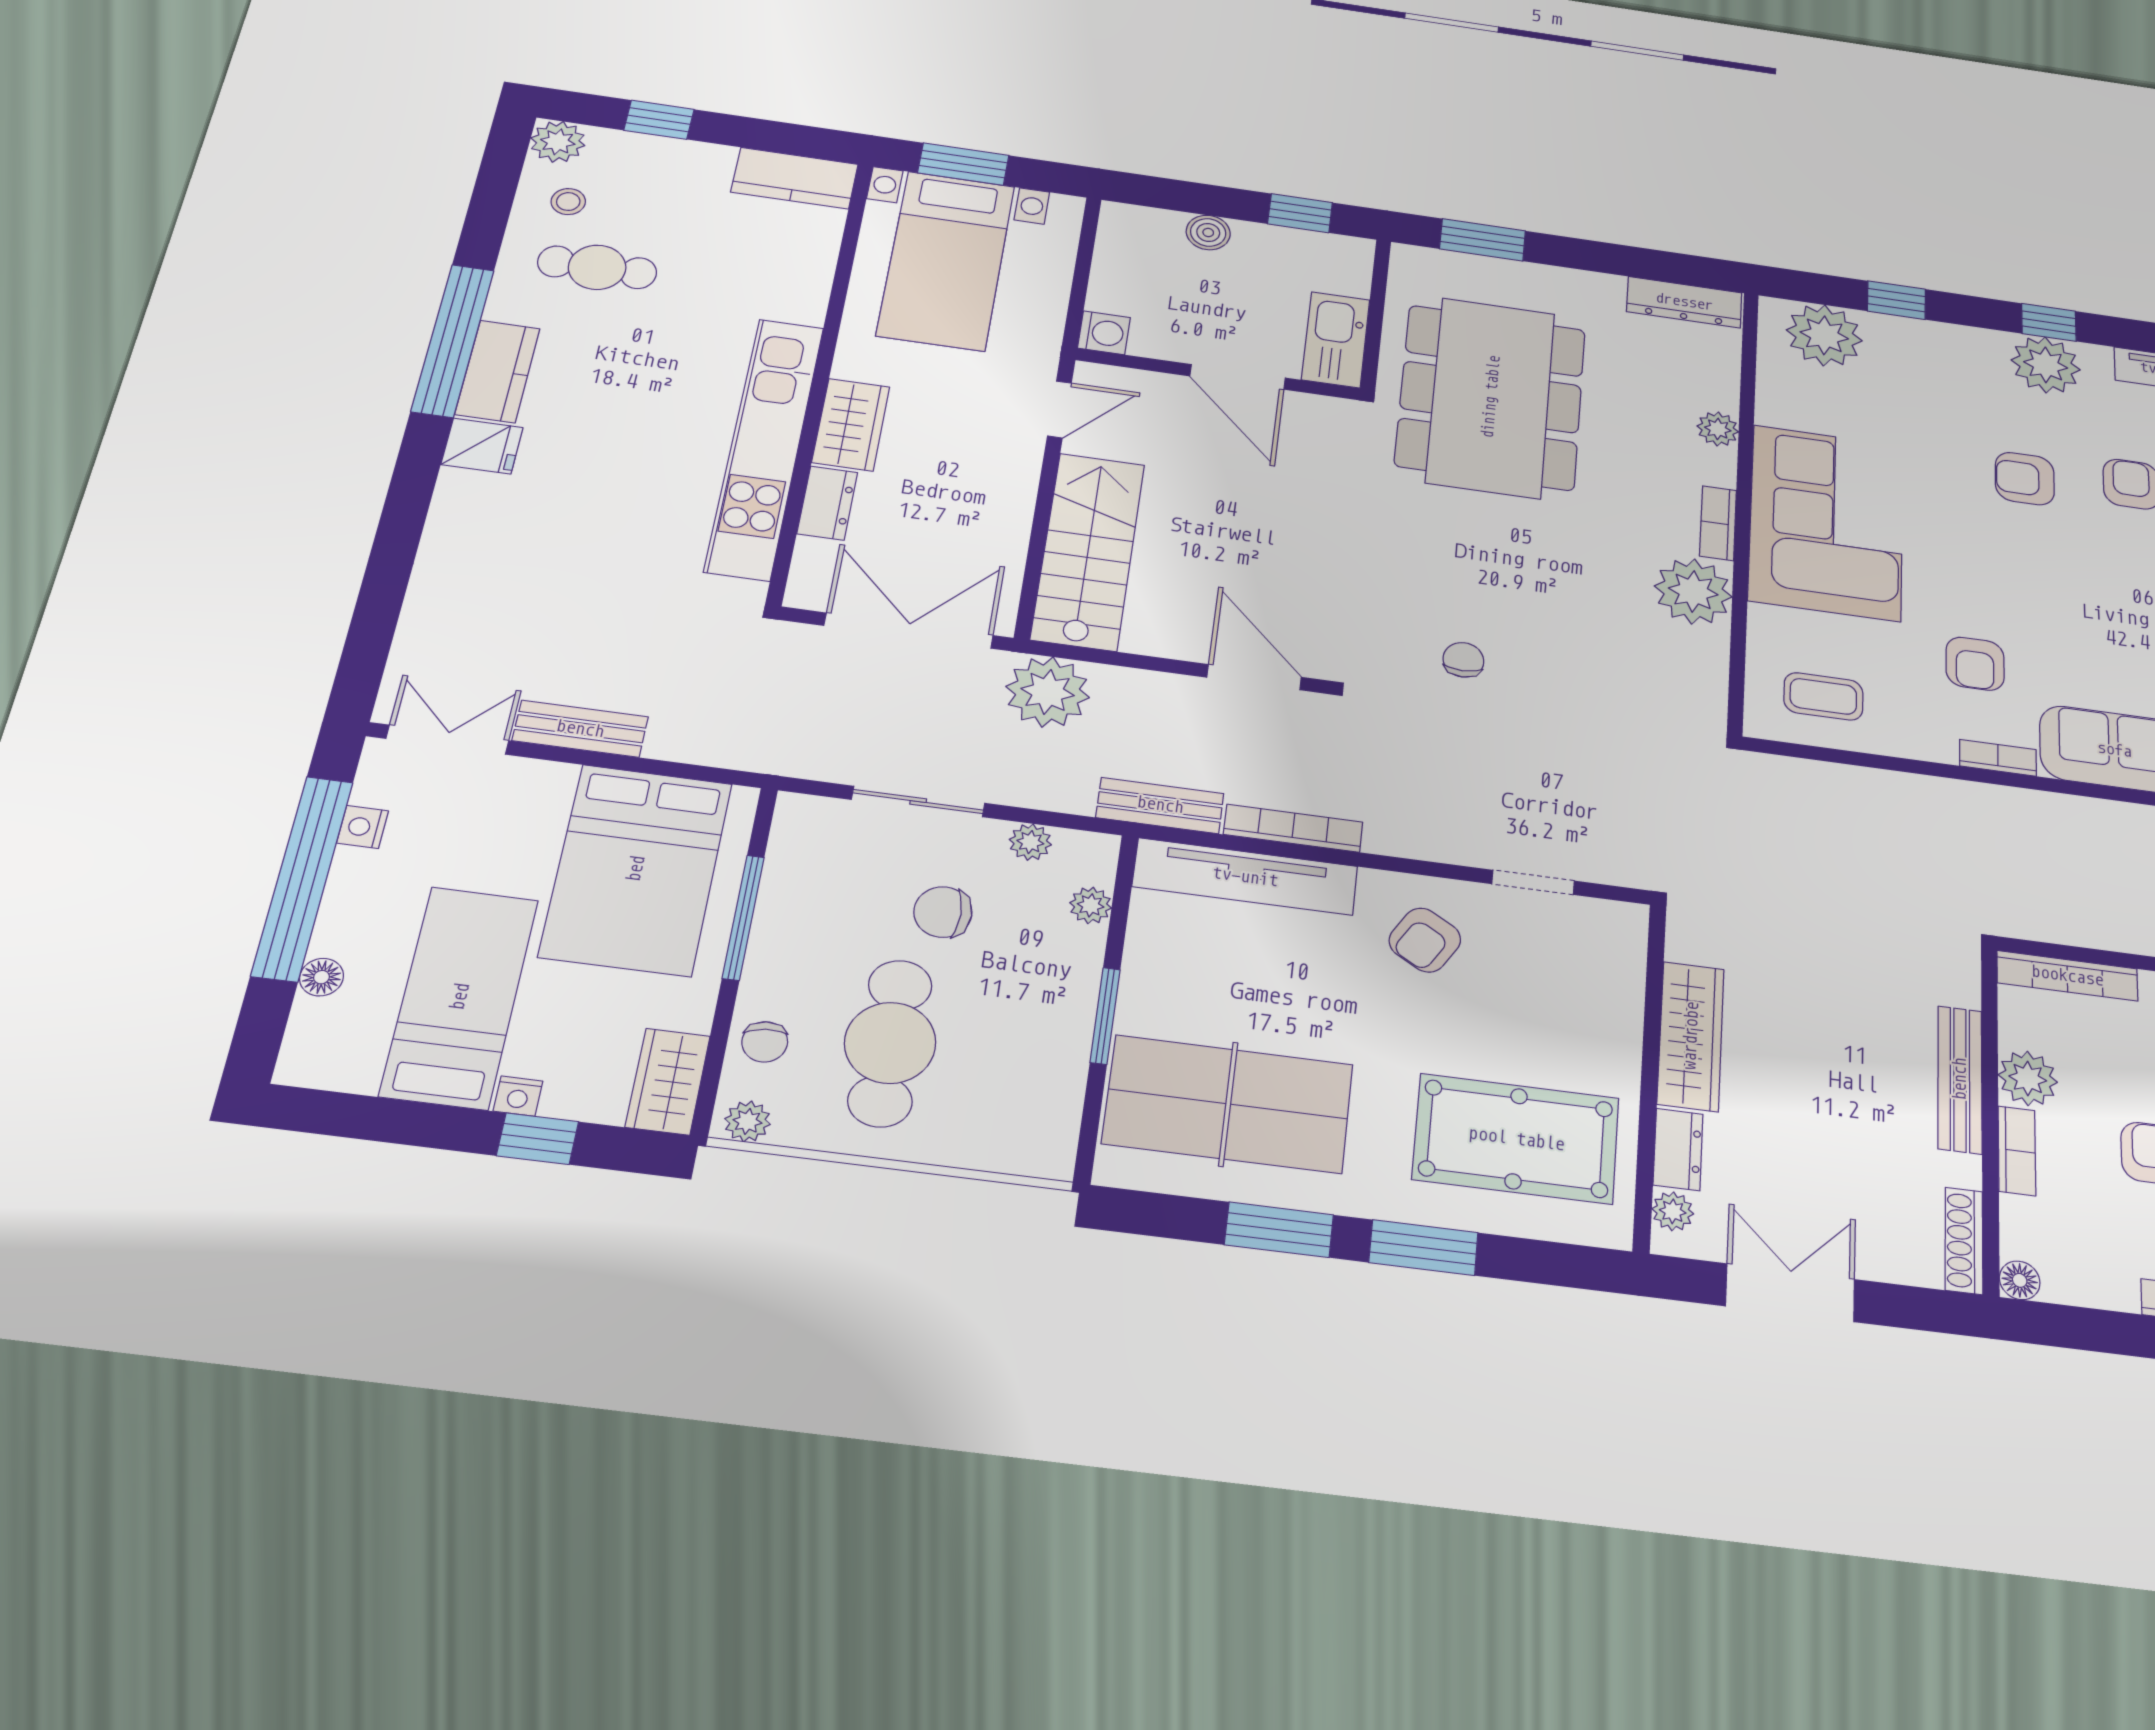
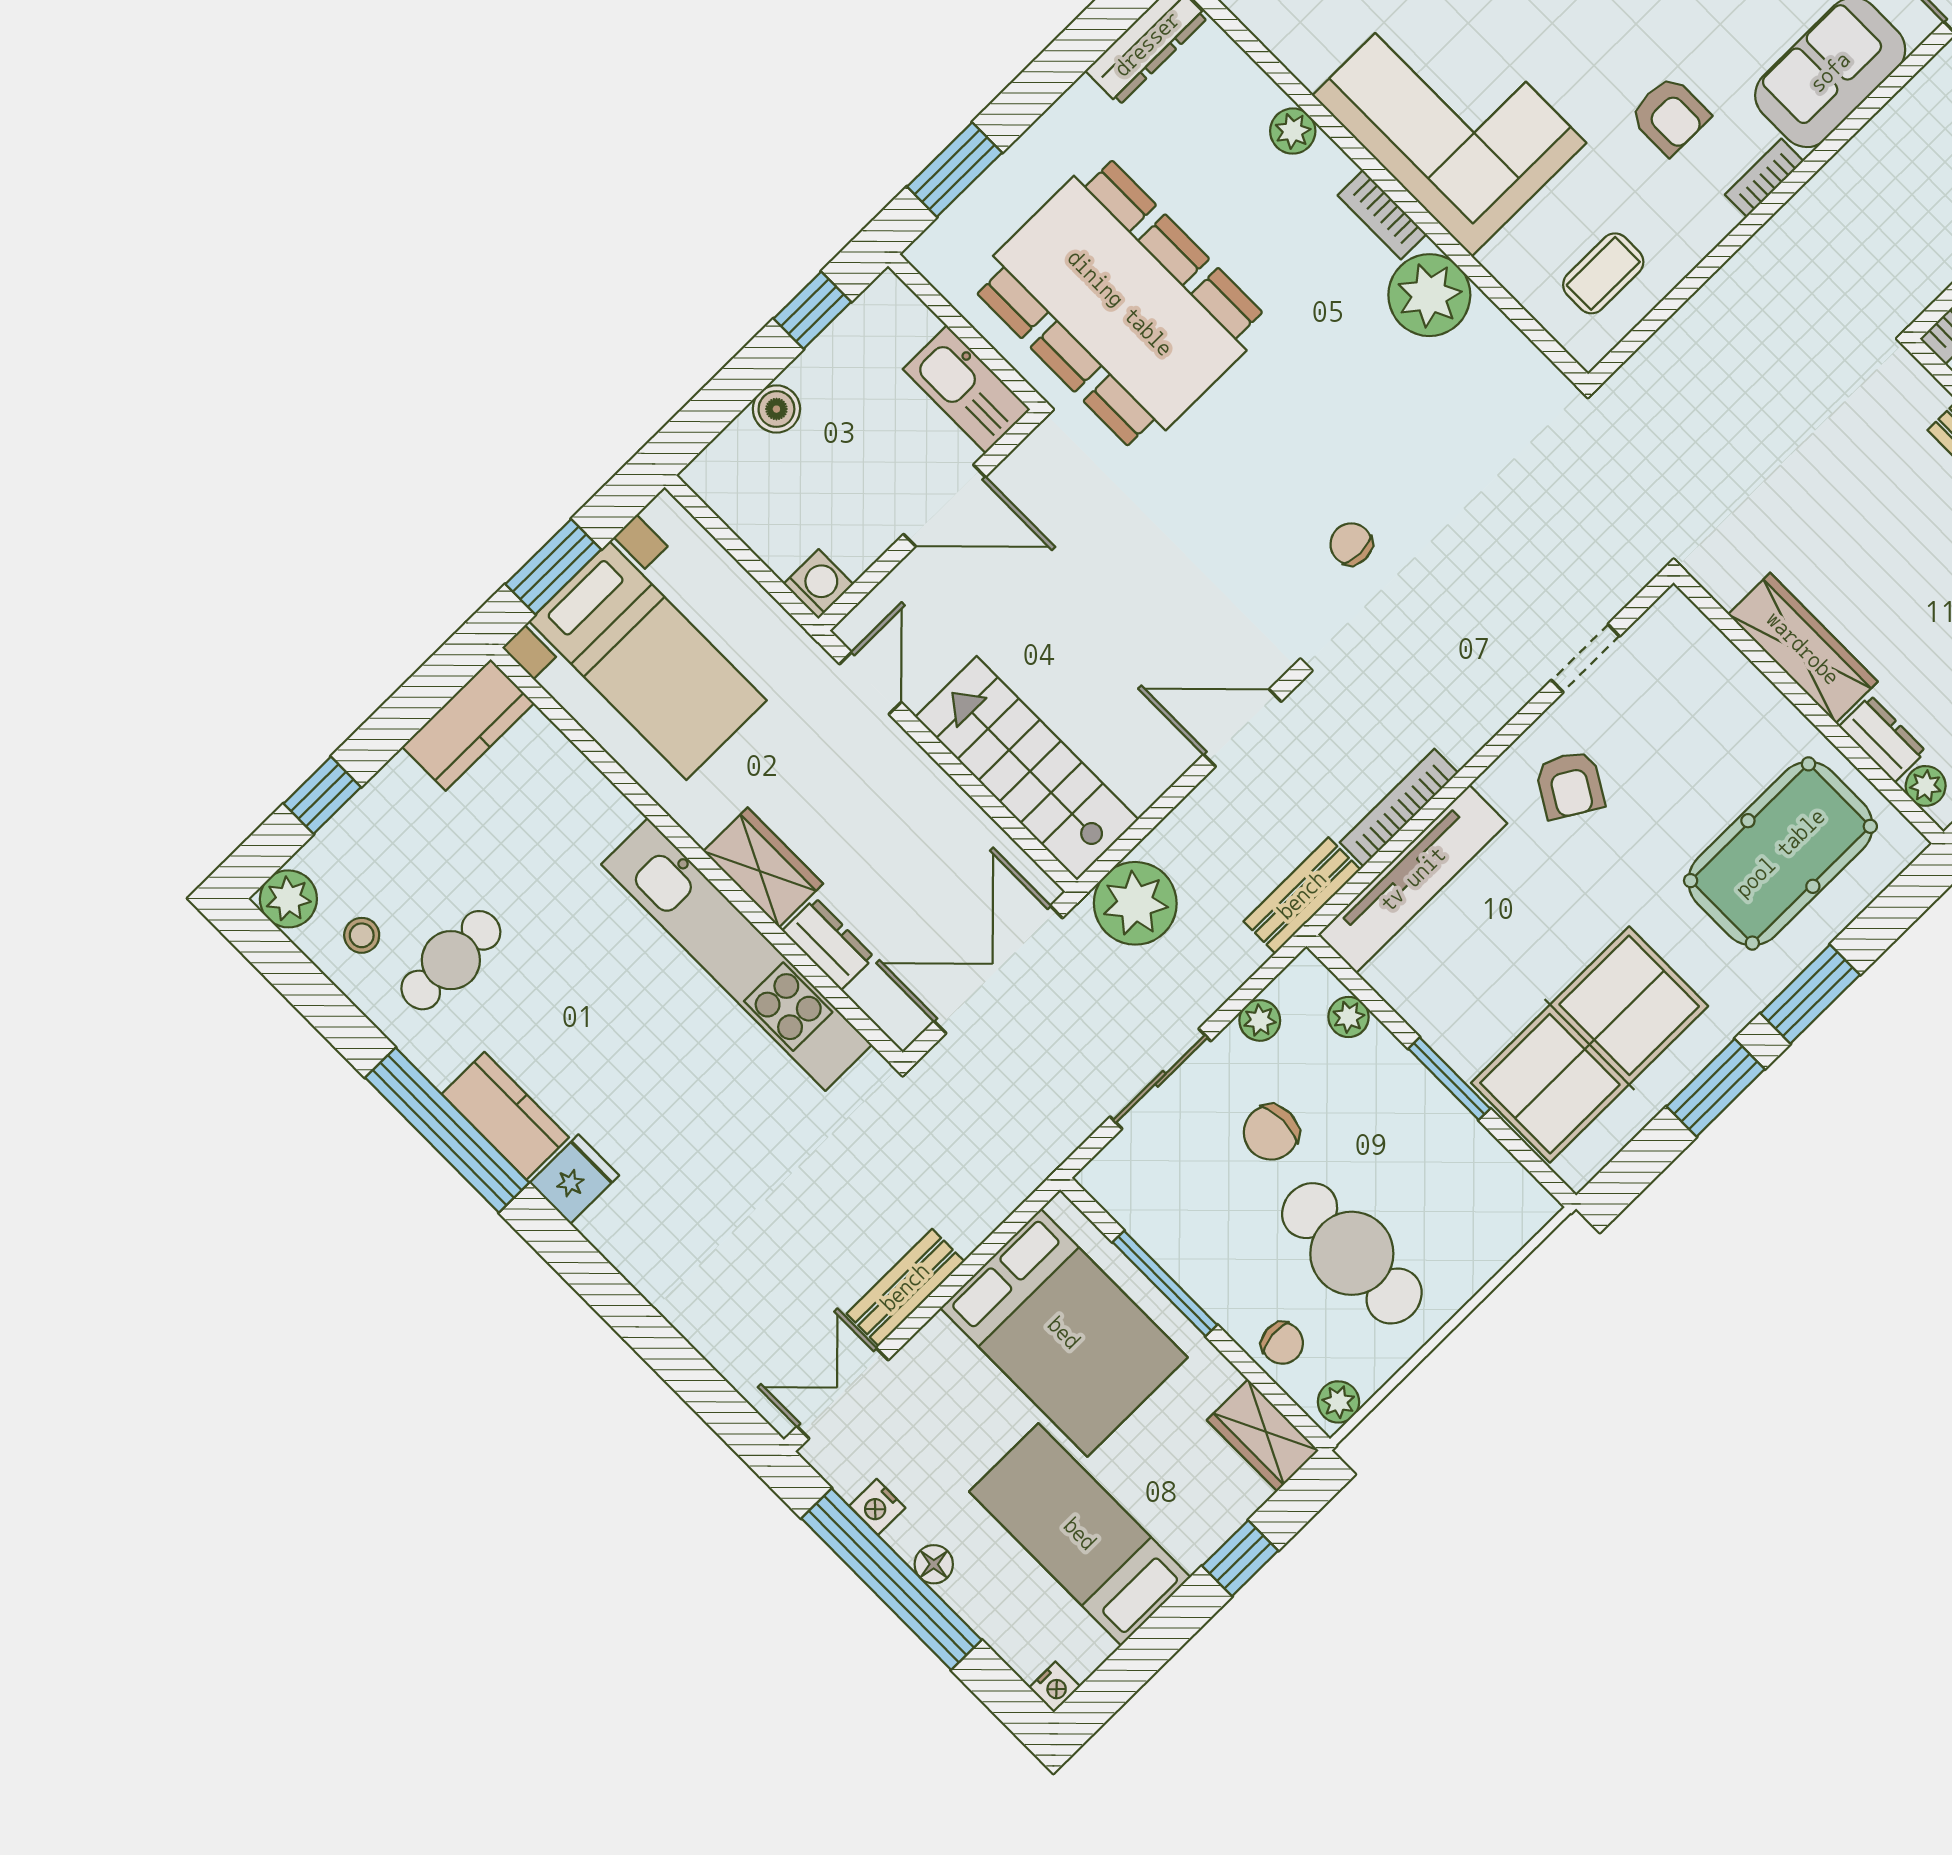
floor lamp: (321, 977) -> (934, 1564), moved
nightstand: (518, 1096) -> (1055, 1687), moved

